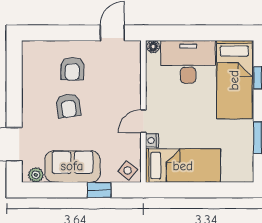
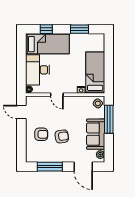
window: (14, 84) -> (50, 167), added
door: (143, 121) -> (57, 95), moved
window: (99, 190) -> (109, 119), width x2.17

